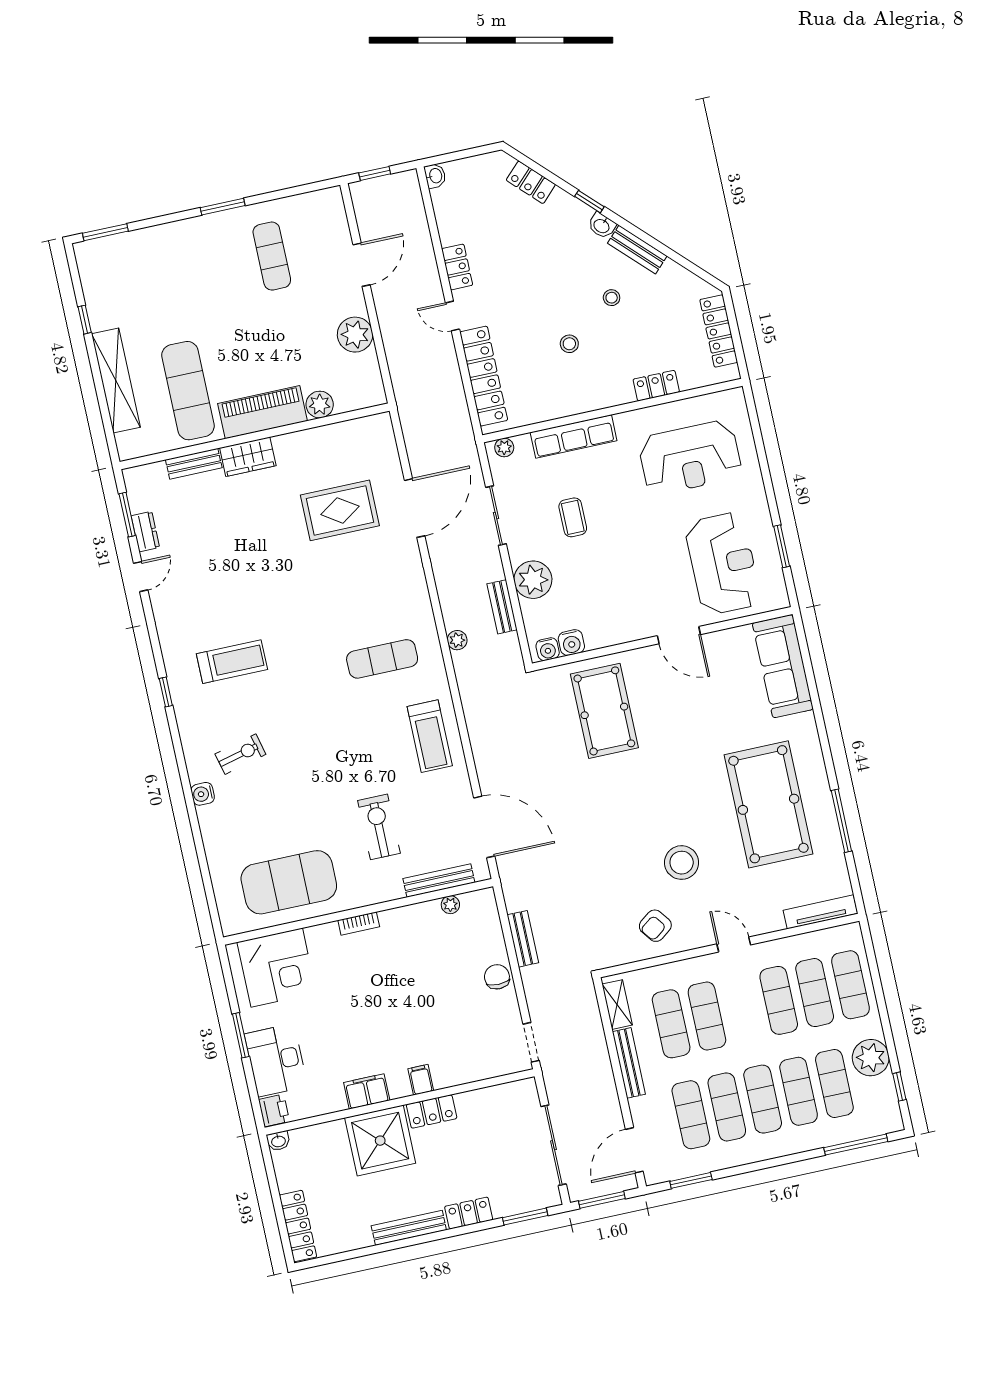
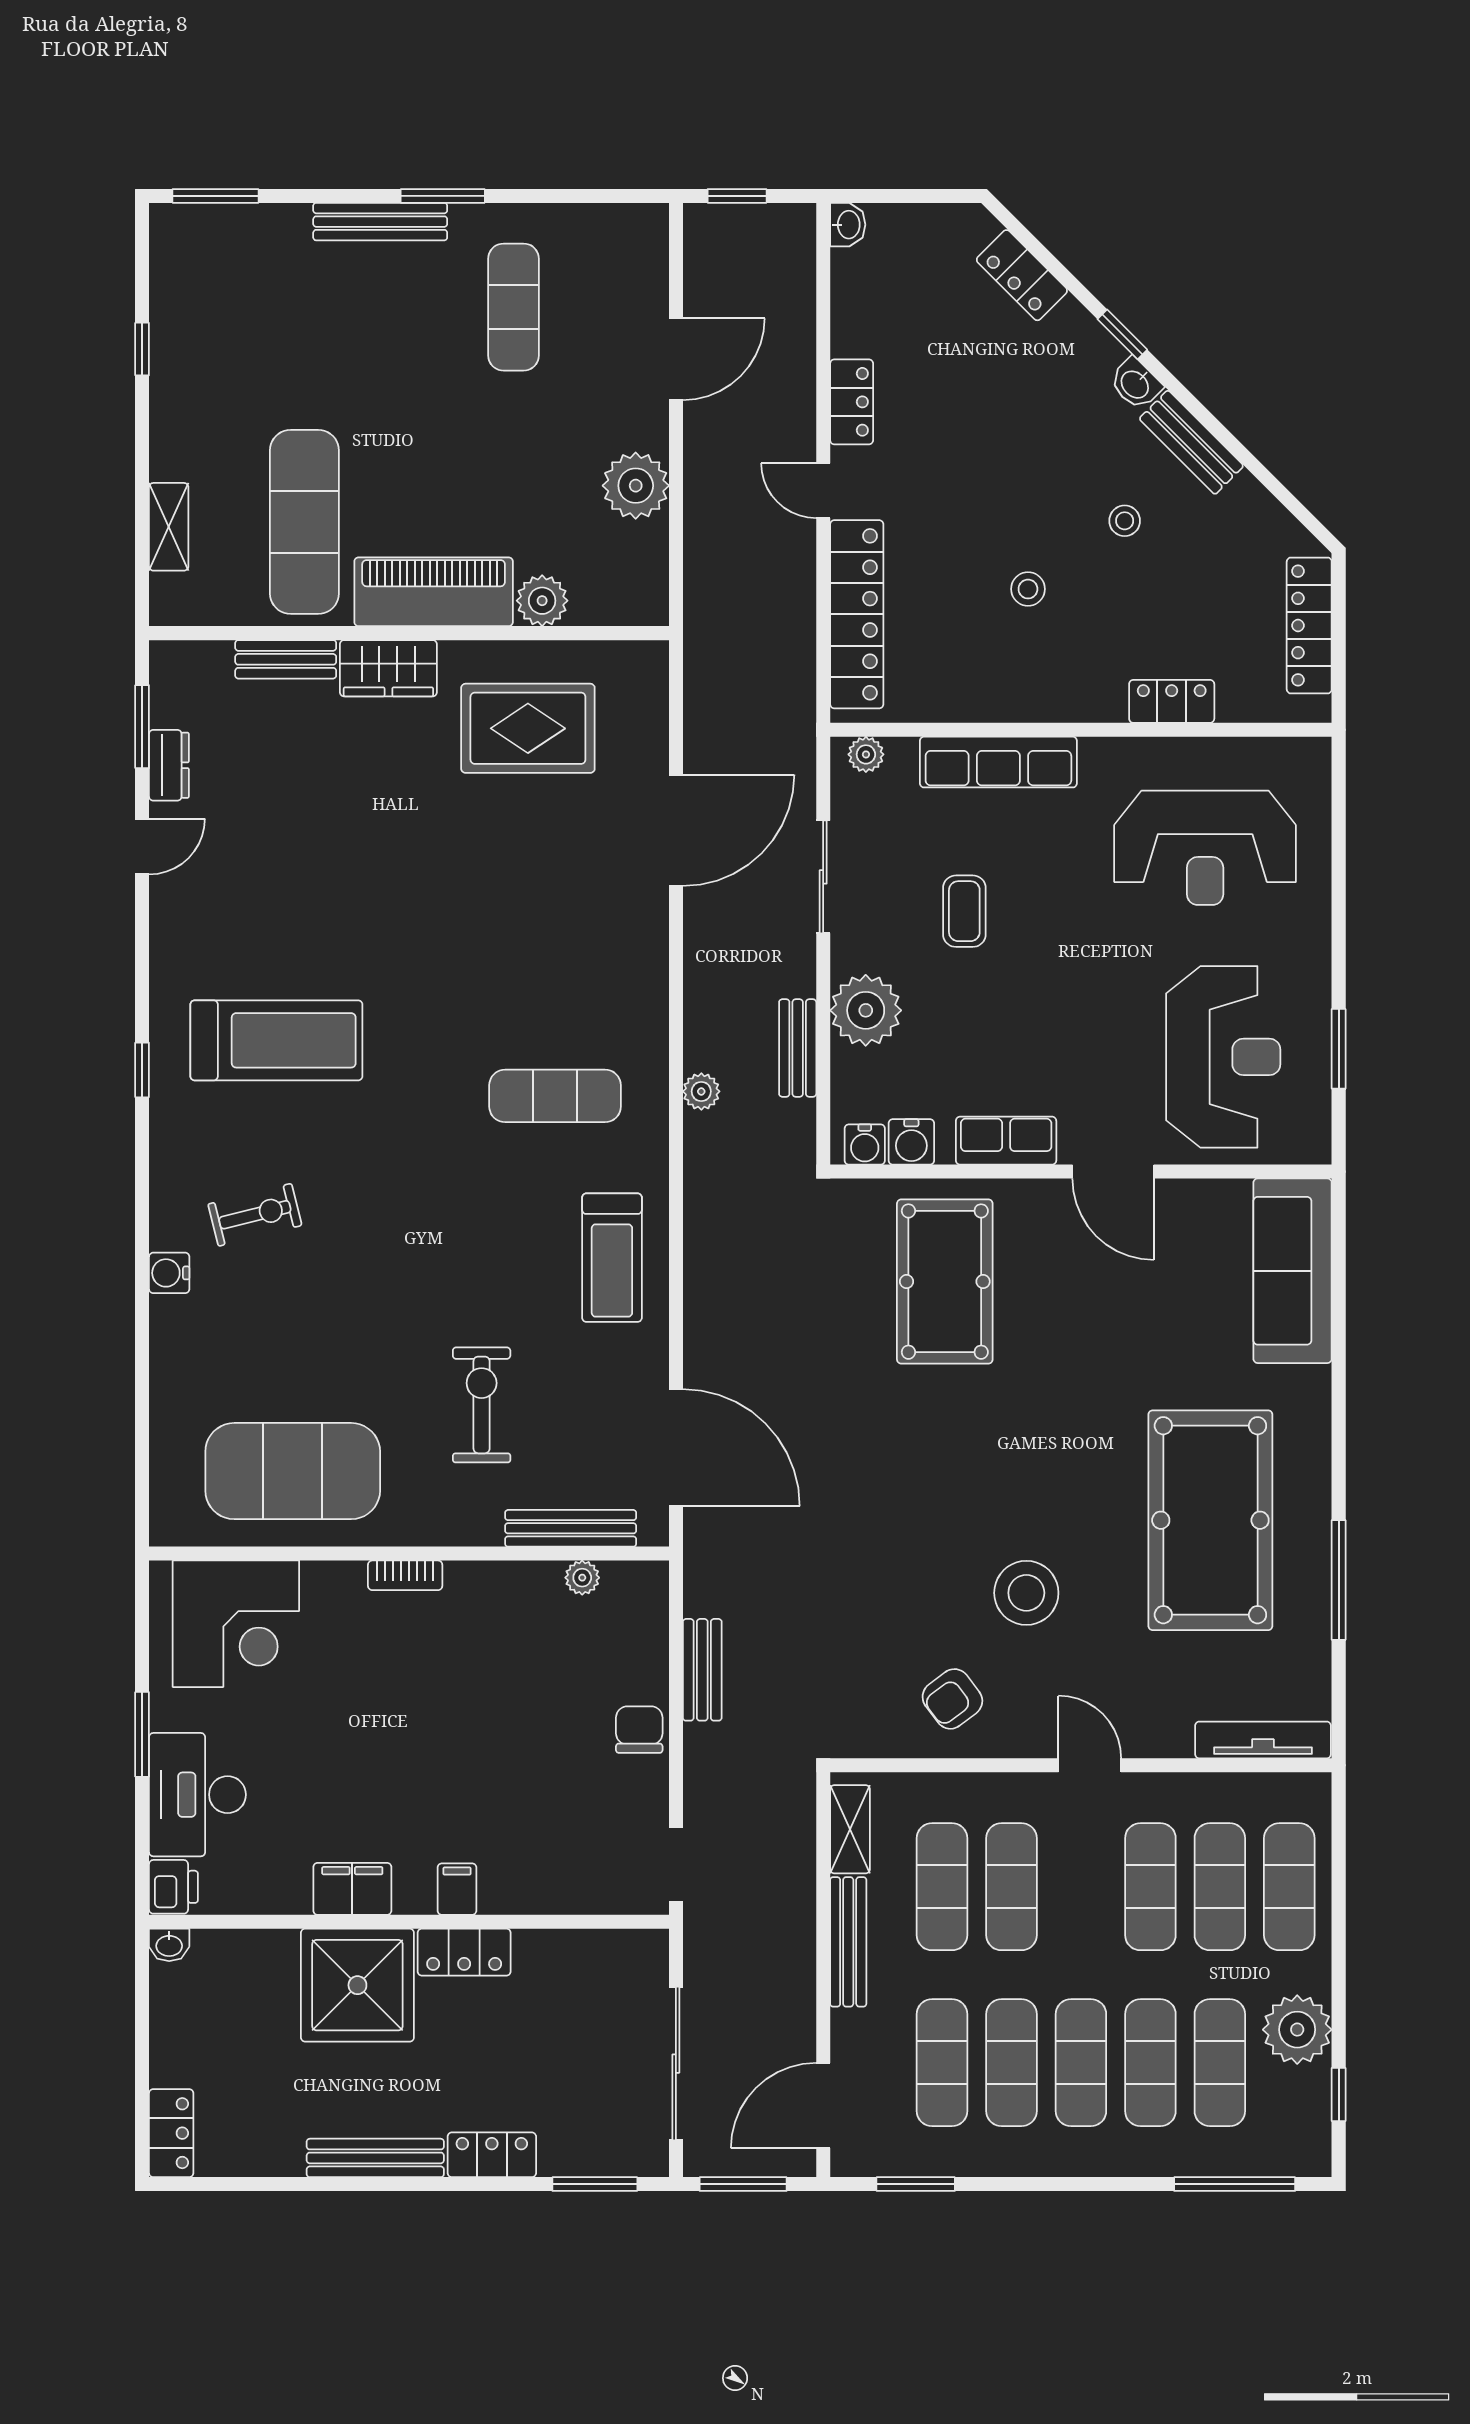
bench: (193, 227) -> (380, 222), added
shelving: (116, 381) -> (169, 527), width x0.45, depth x0.75
rug: (340, 510) -> (528, 728), moved
row of seats: (620, 631) -> (1006, 1141), added
treadmill: (232, 662) -> (276, 1040), width x1.37, depth x1.38
locker: (298, 1226) -> (171, 2133), width x0.66

